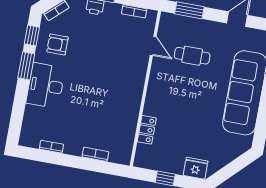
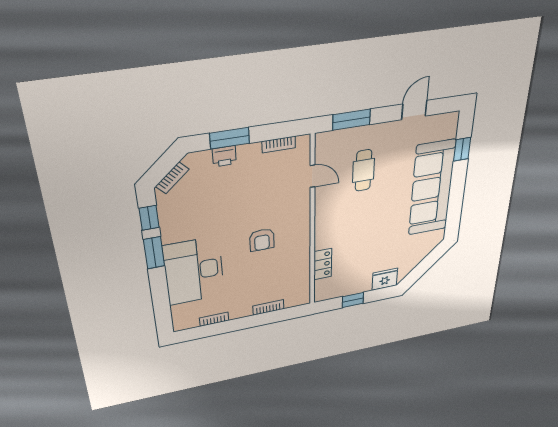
armchair: (58, 44) -> (262, 240), moved, turned -90
cafe table: (192, 56) -> (363, 170), turned 90
desk: (46, 86) -> (194, 271), width x1.36, depth x1.30

